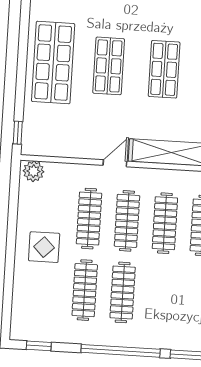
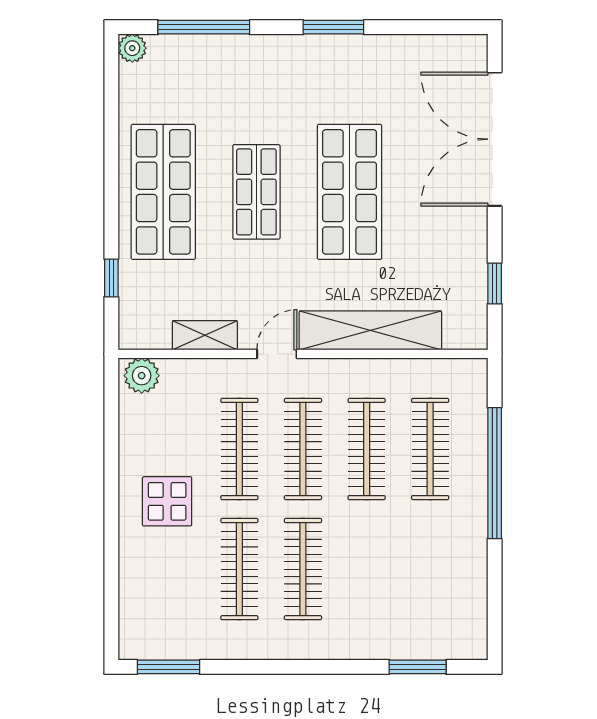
shop shelf: (164, 69) -> (350, 192), width x1.43, depth x1.36
window: (18, 133) -> (111, 278), moved
shelving: (73, 149) -> (205, 335), added
window: (39, 346) -> (168, 667), width x1.50
window: (121, 351) -> (305, 667), removed

